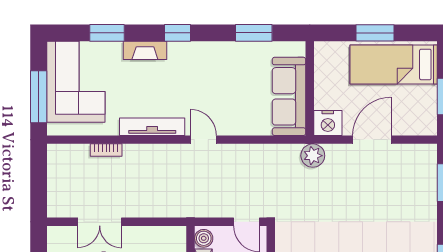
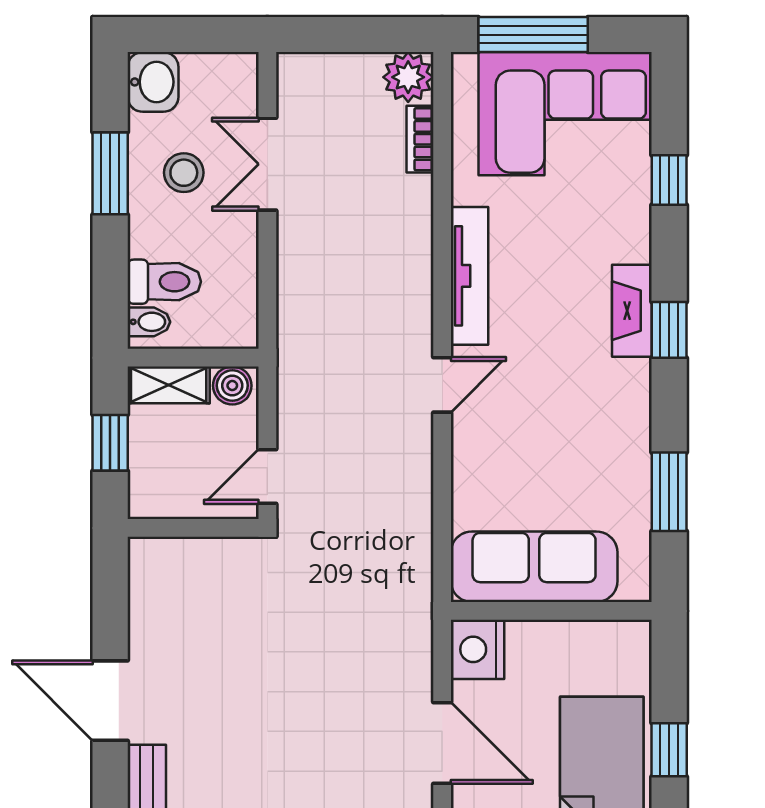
window: (107, 33) -> (669, 180), width x0.67
window: (375, 33) -> (669, 750), width x0.67
fireplace: (145, 50) -> (632, 311), moved
bookcase: (106, 150) -> (420, 139), moved
plant: (313, 156) -> (408, 77), moved

